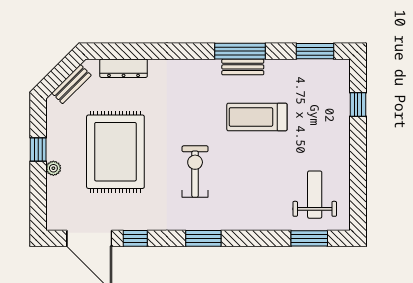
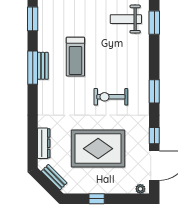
plant: (53, 168) -> (140, 189), moved

